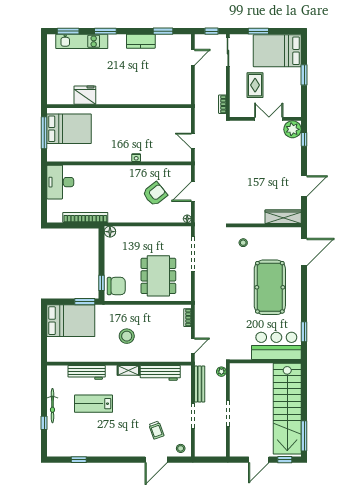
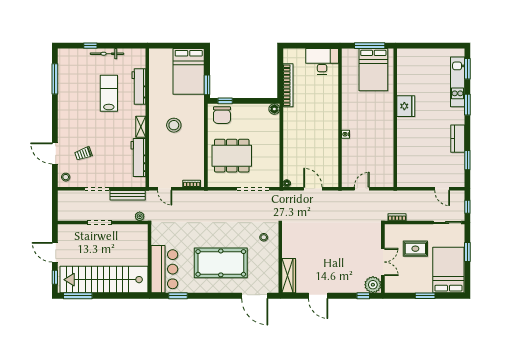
fridge: (85, 95) -> (406, 106), moved
armchair: (155, 194) -> (311, 152), removed
window: (79, 460) -> (55, 79), width x2.17

